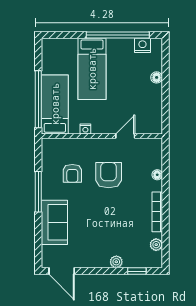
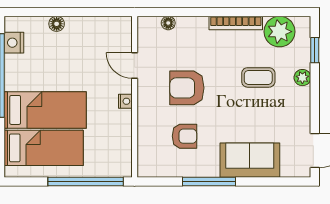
bed: (55, 104) -> (44, 148), moved, turned 180
nightstand: (85, 129) -> (125, 101), moved
floor lamp: (157, 175) -> (168, 23), moved
coffee table: (116, 229) -> (258, 77), added
plant: (156, 245) -> (280, 32), width x1.88, depth x1.88

